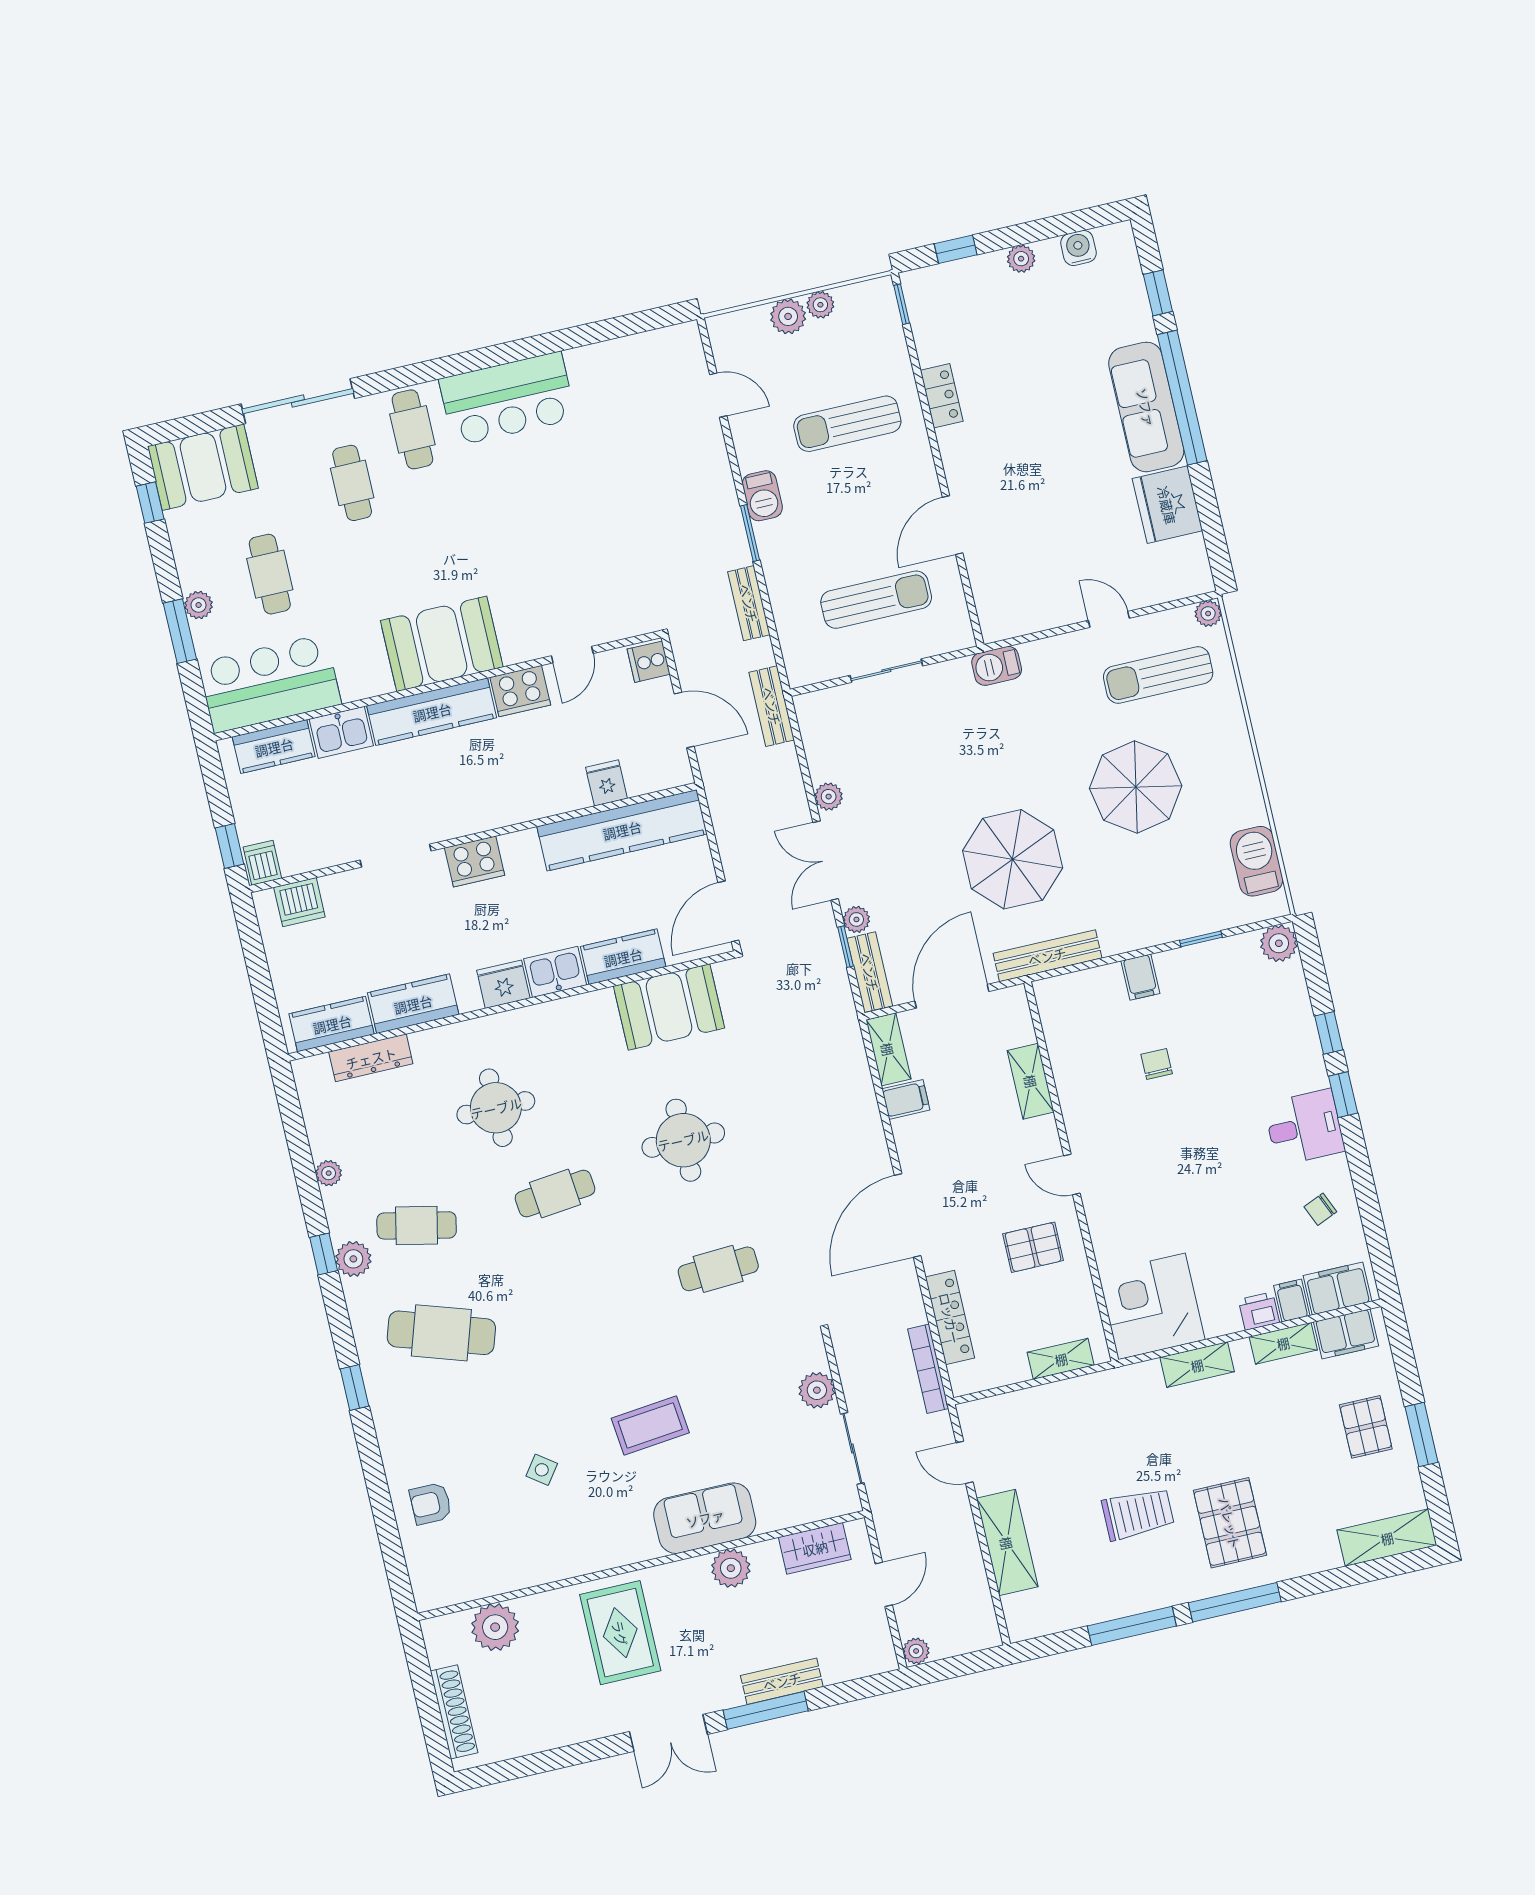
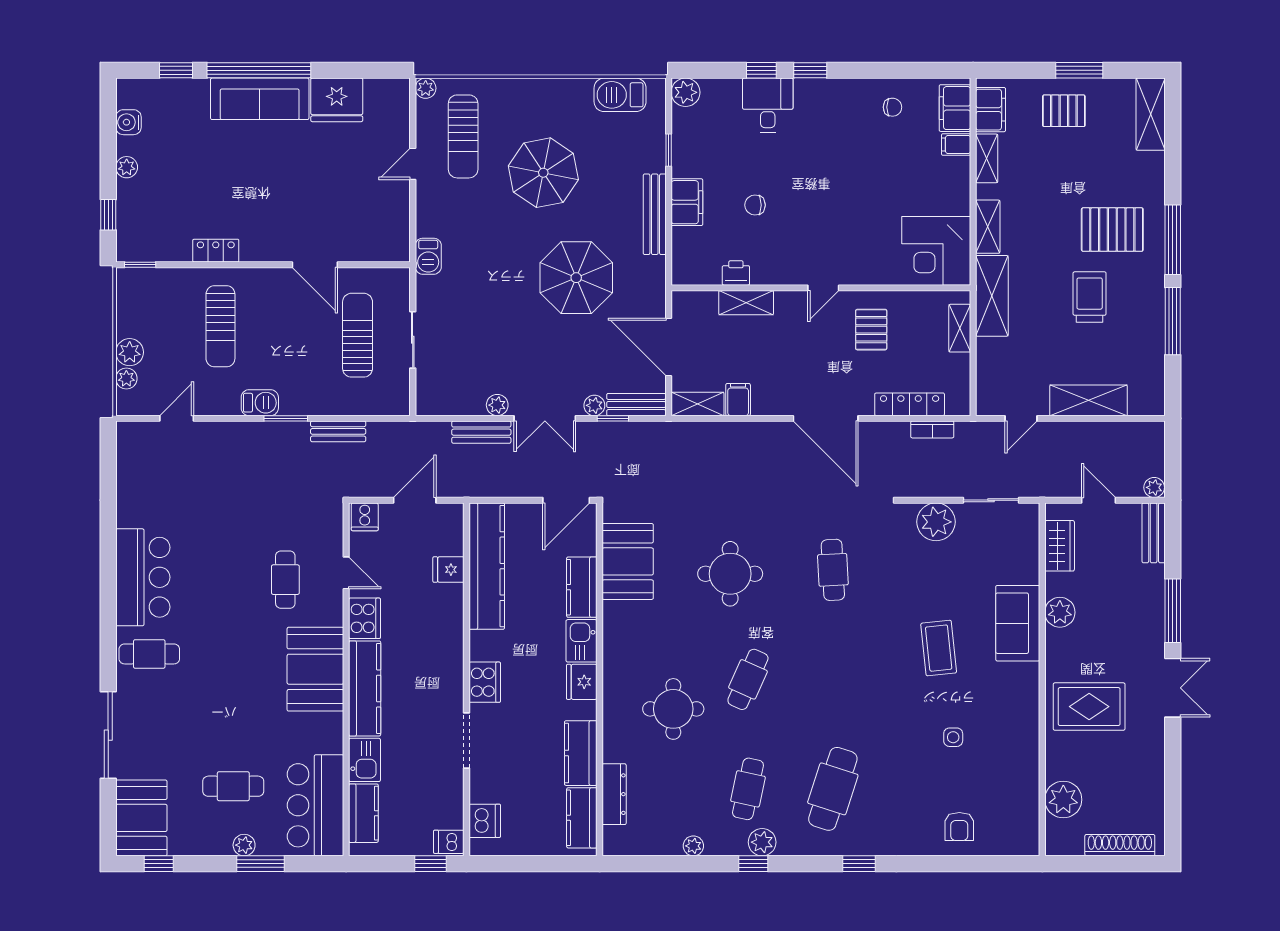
plant: (820, 305) -> (126, 378), moved
cafe table: (352, 483) -> (285, 580), moved, turned 90
bench: (772, 706) -> (481, 432), moved
door: (728, 911) -> (566, 500), hinge flipped
bench: (1047, 956) -> (655, 214), moved
filing cabinet: (1140, 977) -> (687, 202), width x2.00
desk: (1304, 1127) -> (768, 105), moved
cafe table: (555, 1194) -> (748, 679), turned 30
chair: (1320, 1209) -> (892, 107), turned -67
printer: (1259, 1311) -> (736, 273), moved, turned 90
bookcase: (928, 1369) -> (932, 429), width x0.64
plant: (817, 1390) -> (936, 522), width x1.36, depth x1.36
shelving: (1111, 1390) -> (992, 296), added
side table: (542, 1470) -> (953, 737), turned -36
bench: (782, 1681) -> (1154, 533), moved

